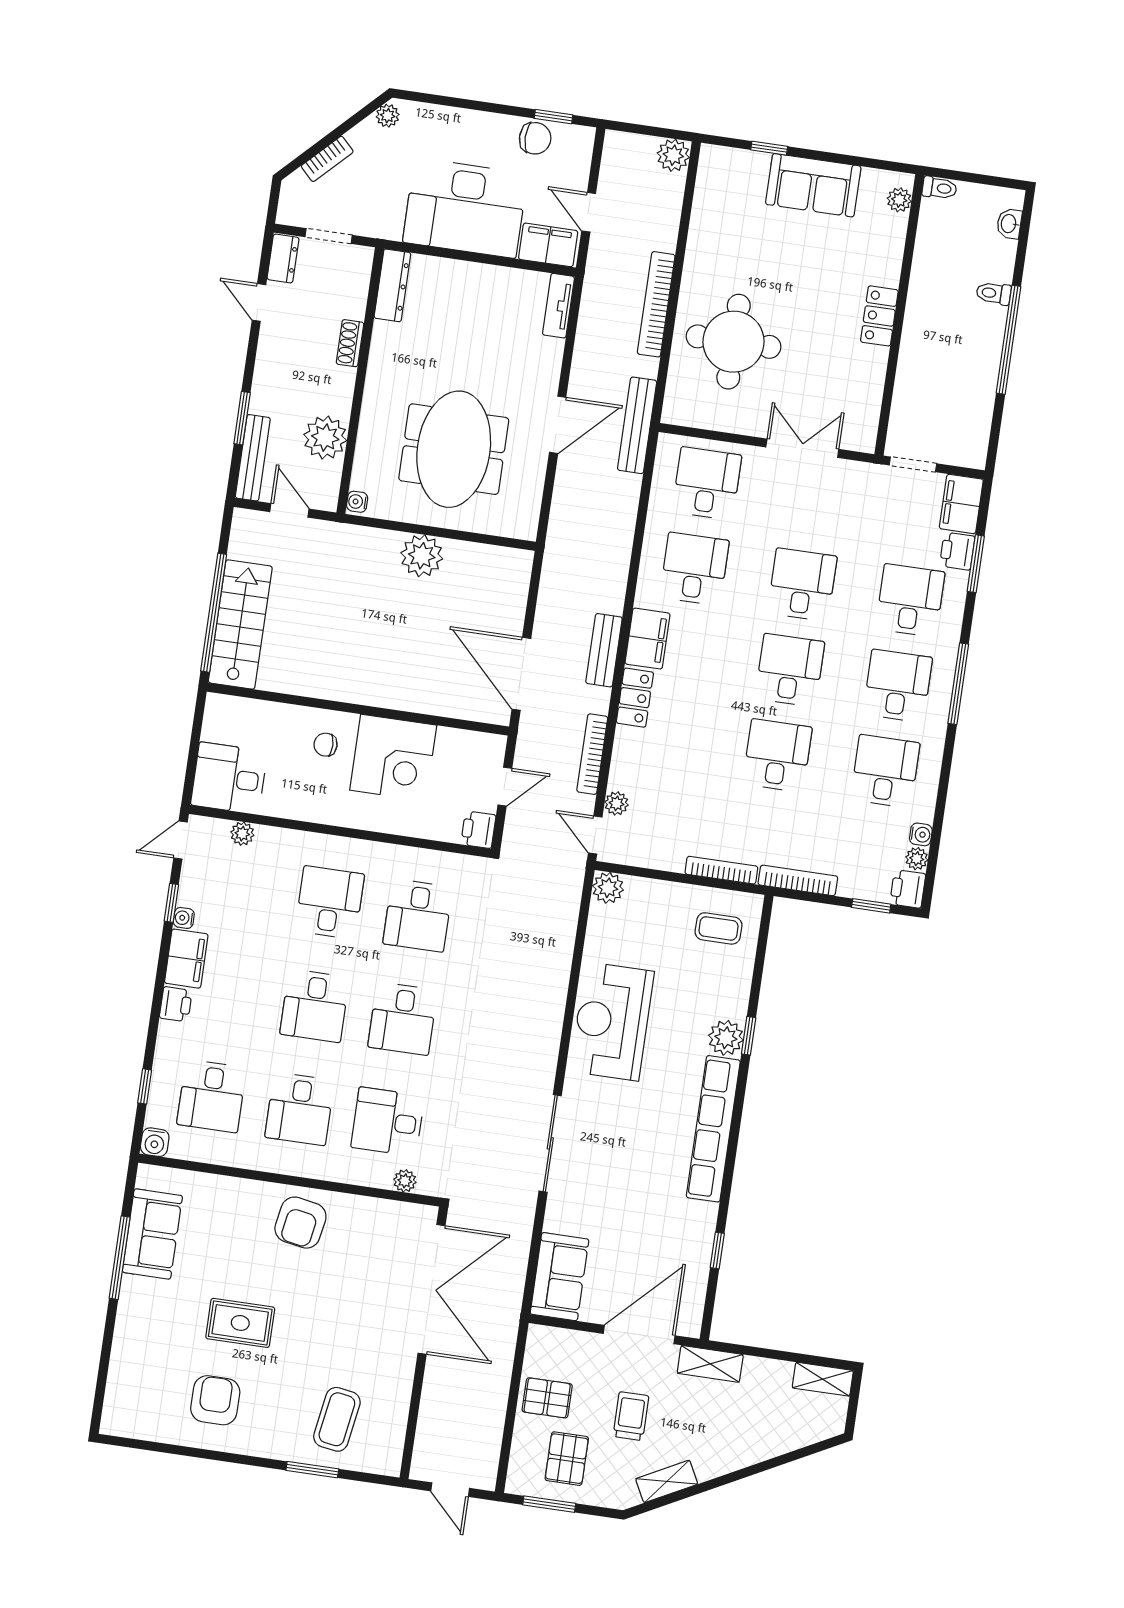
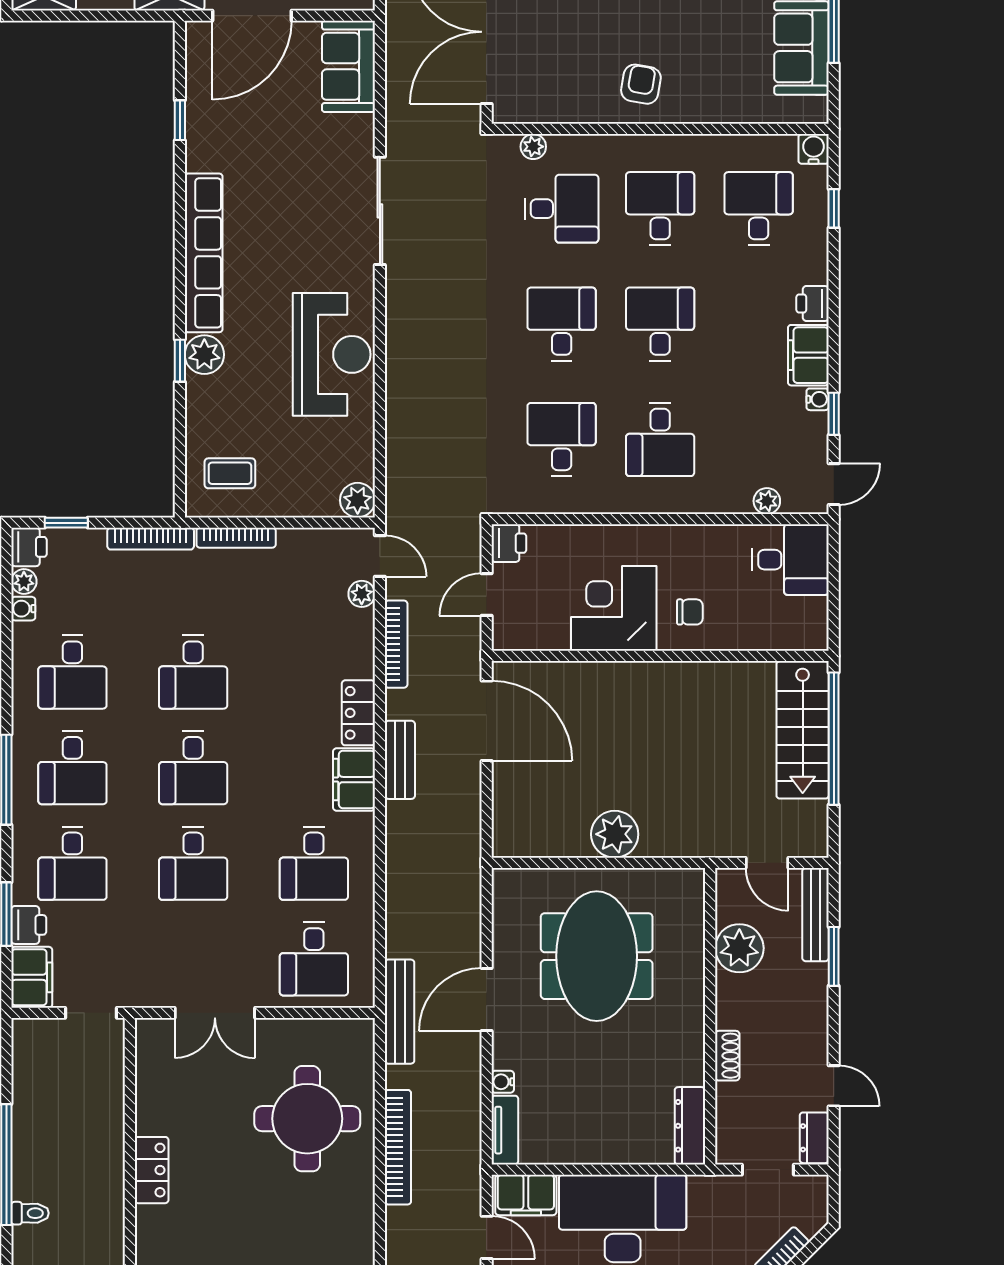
water cooler: (357, 502) -> (503, 1082), moved, turned 180
armchair: (300, 1223) -> (641, 84), width x0.72, depth x0.72

